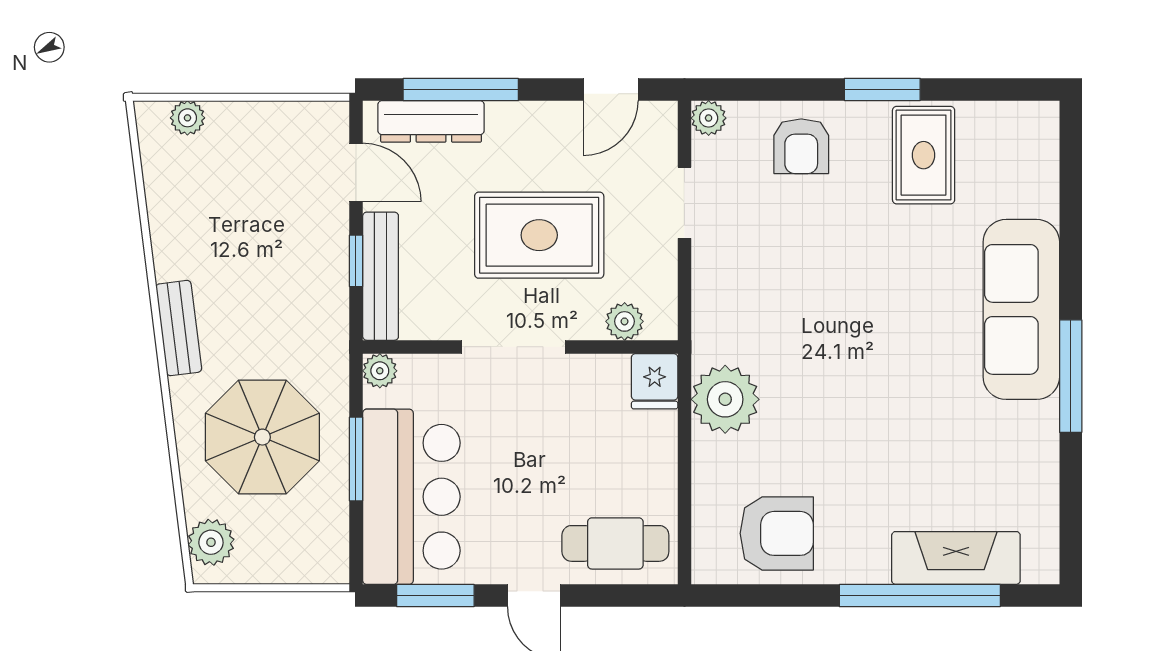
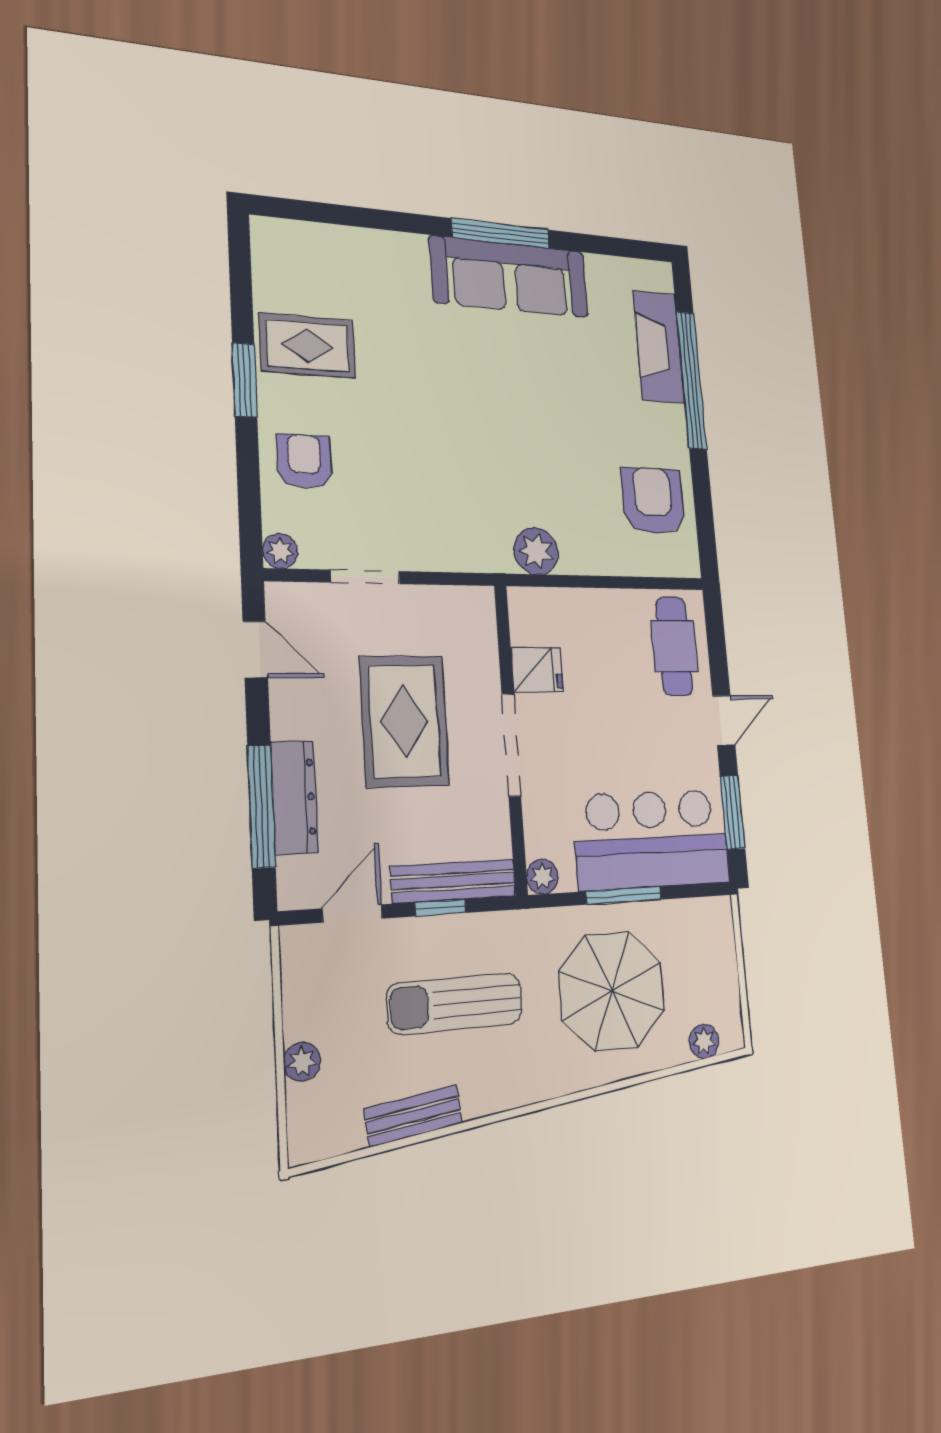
plant: (187, 118) -> (302, 1062), moved
dresser: (431, 121) -> (294, 797), moved
armchair: (801, 146) -> (304, 461), turned -90
sun lounger: (264, 270) -> (455, 1004), added
sofa: (1021, 309) -> (510, 277), moved
plant: (625, 321) -> (481, 637), removed
bench: (179, 328) -> (413, 1116), moved
fridge: (655, 381) -> (537, 670), moved
plant: (725, 399) -> (536, 551), width x0.73, depth x0.73
plant: (211, 542) -> (704, 1041), width x0.73, depth x0.73

